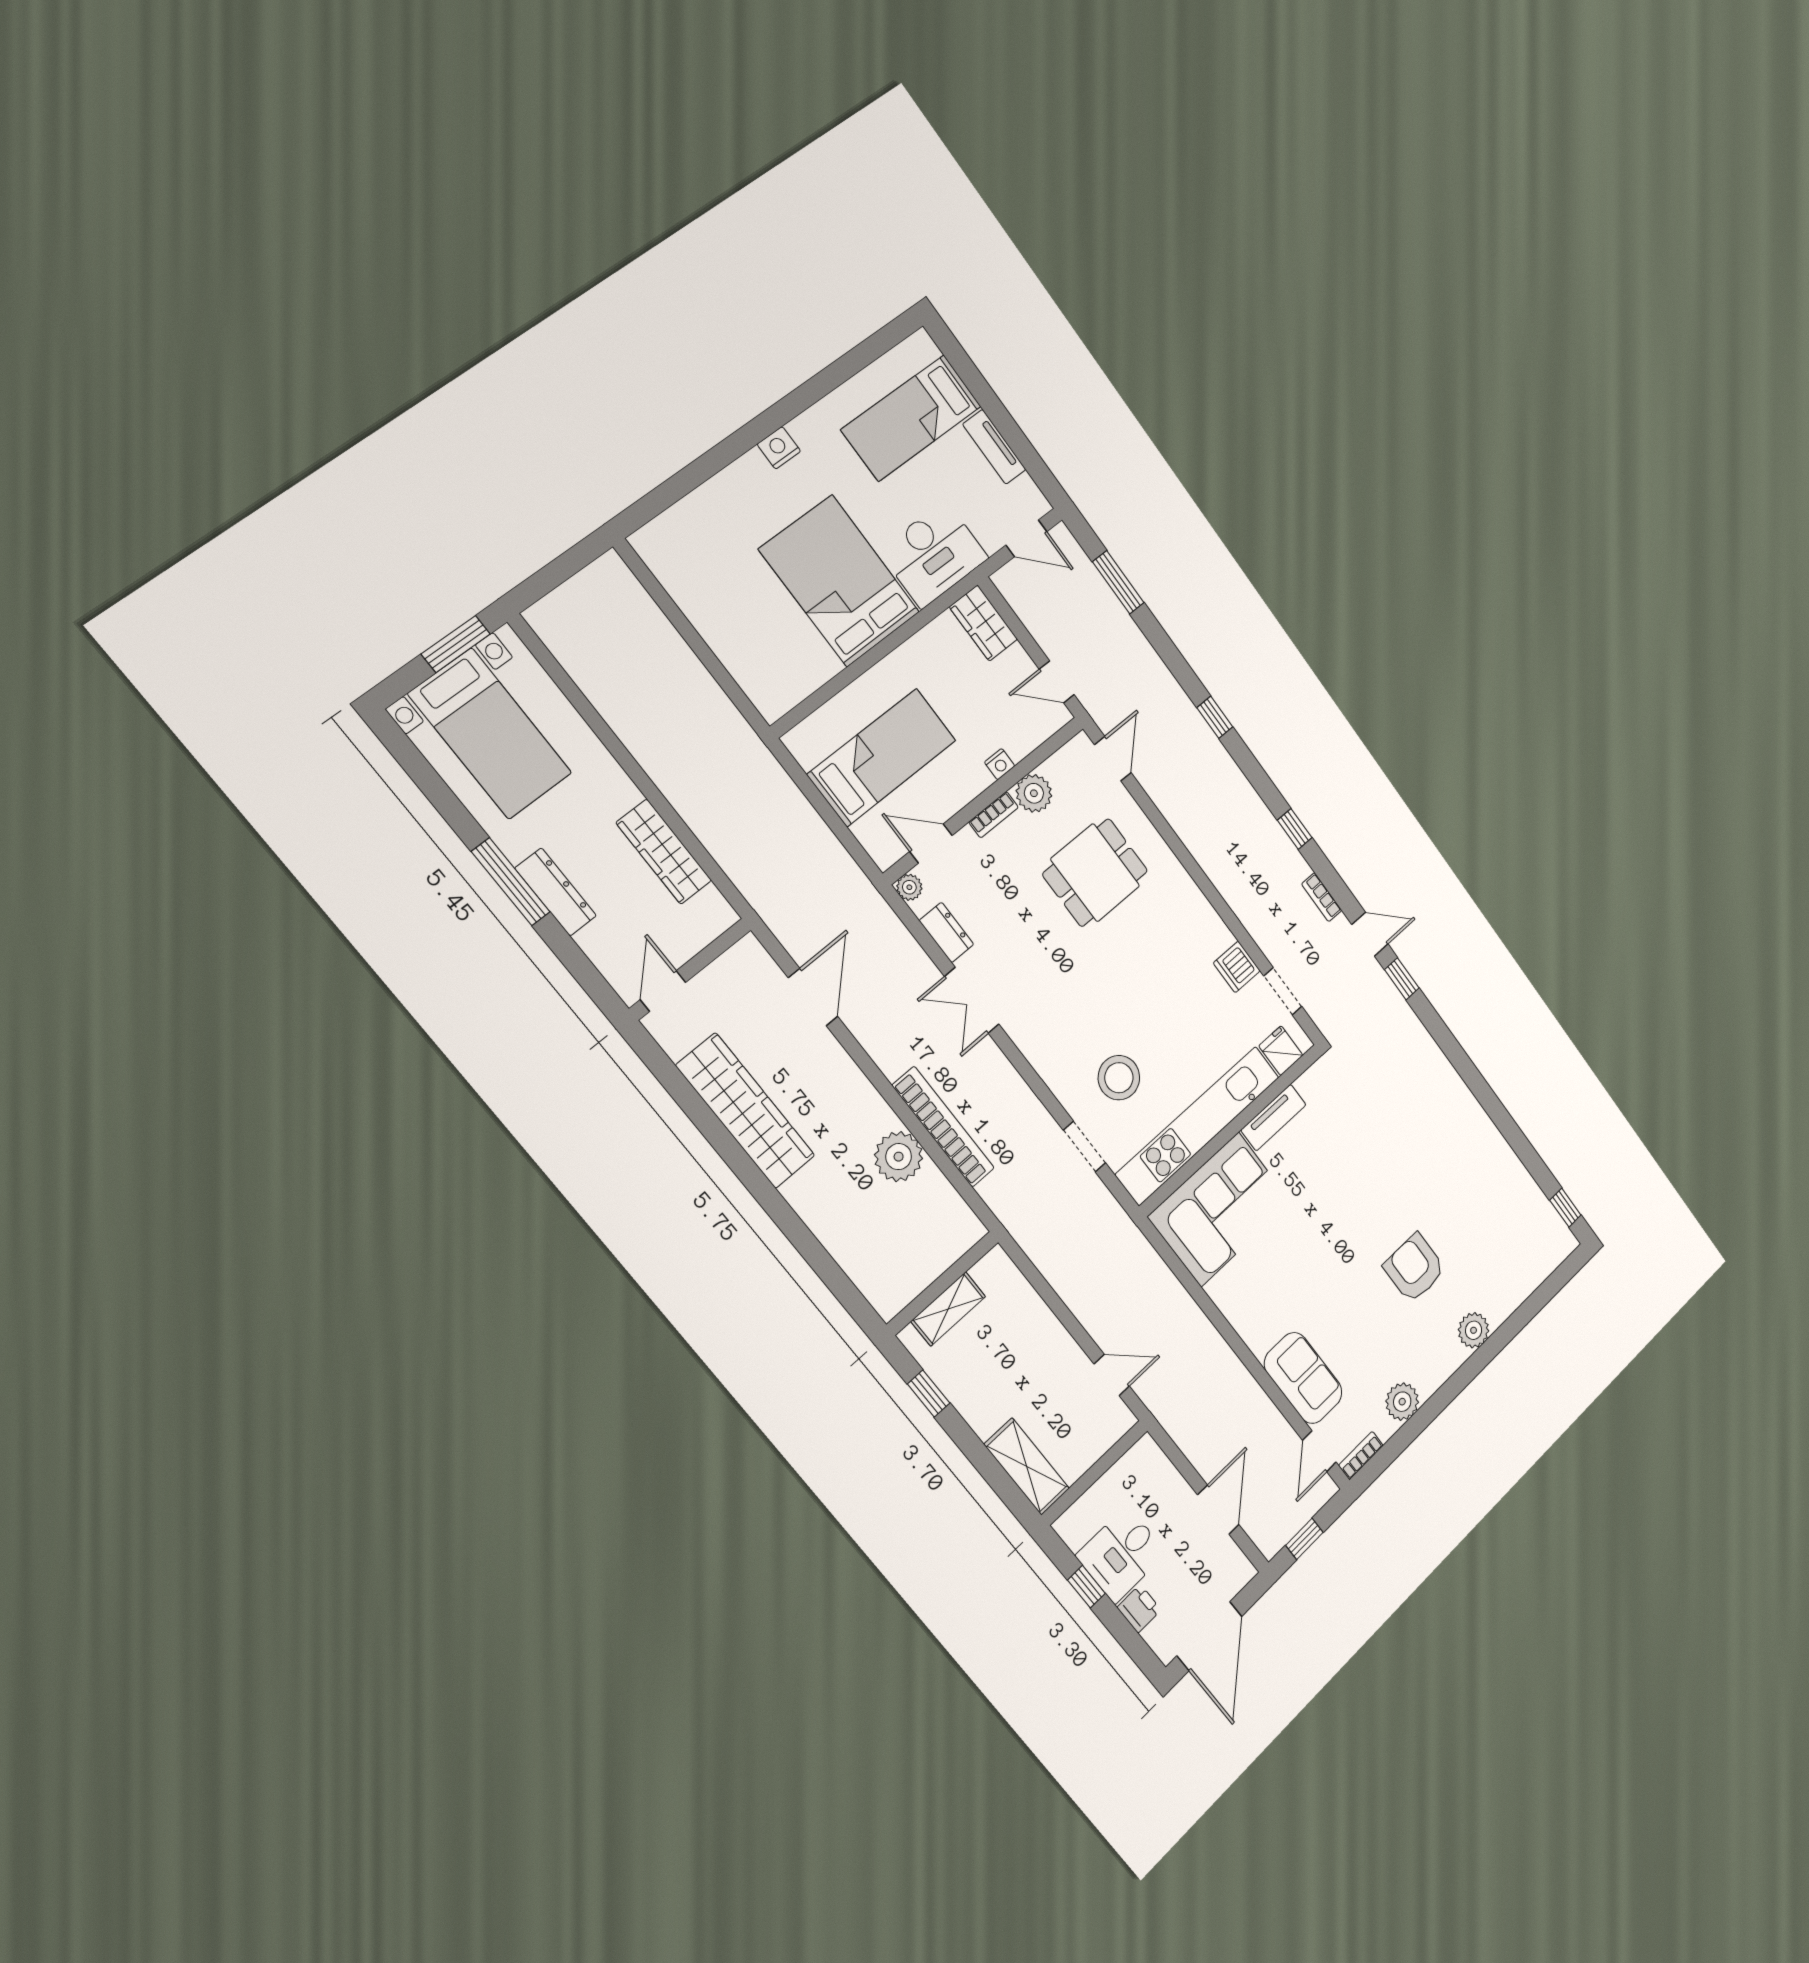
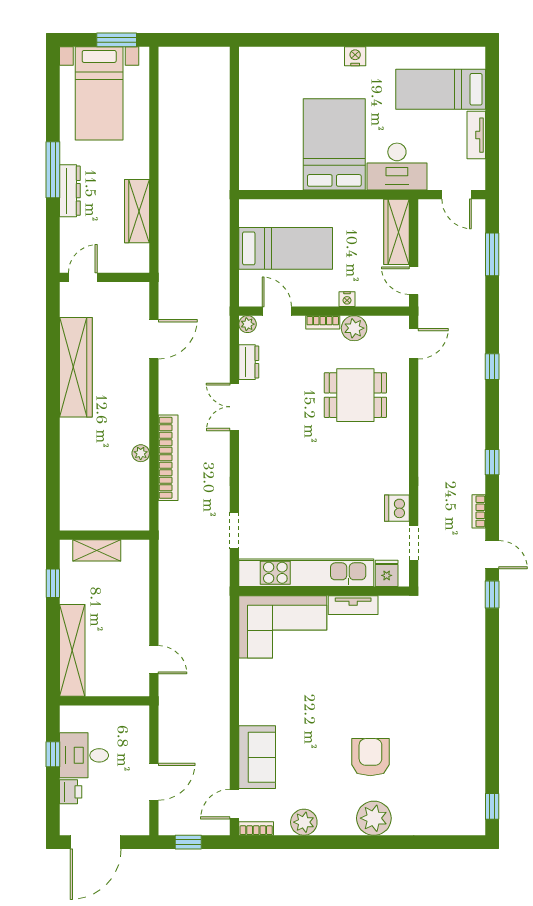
wardrobe: (983, 623) -> (397, 232), width x1.50
stool: (1119, 1078) -> (282, 511), removed
plant: (899, 1157) -> (141, 453), width x0.53, depth x0.53
plant: (1474, 1330) -> (374, 818), width x1.36, depth x1.36
shelving: (1027, 1467) -> (72, 650), width x1.47

